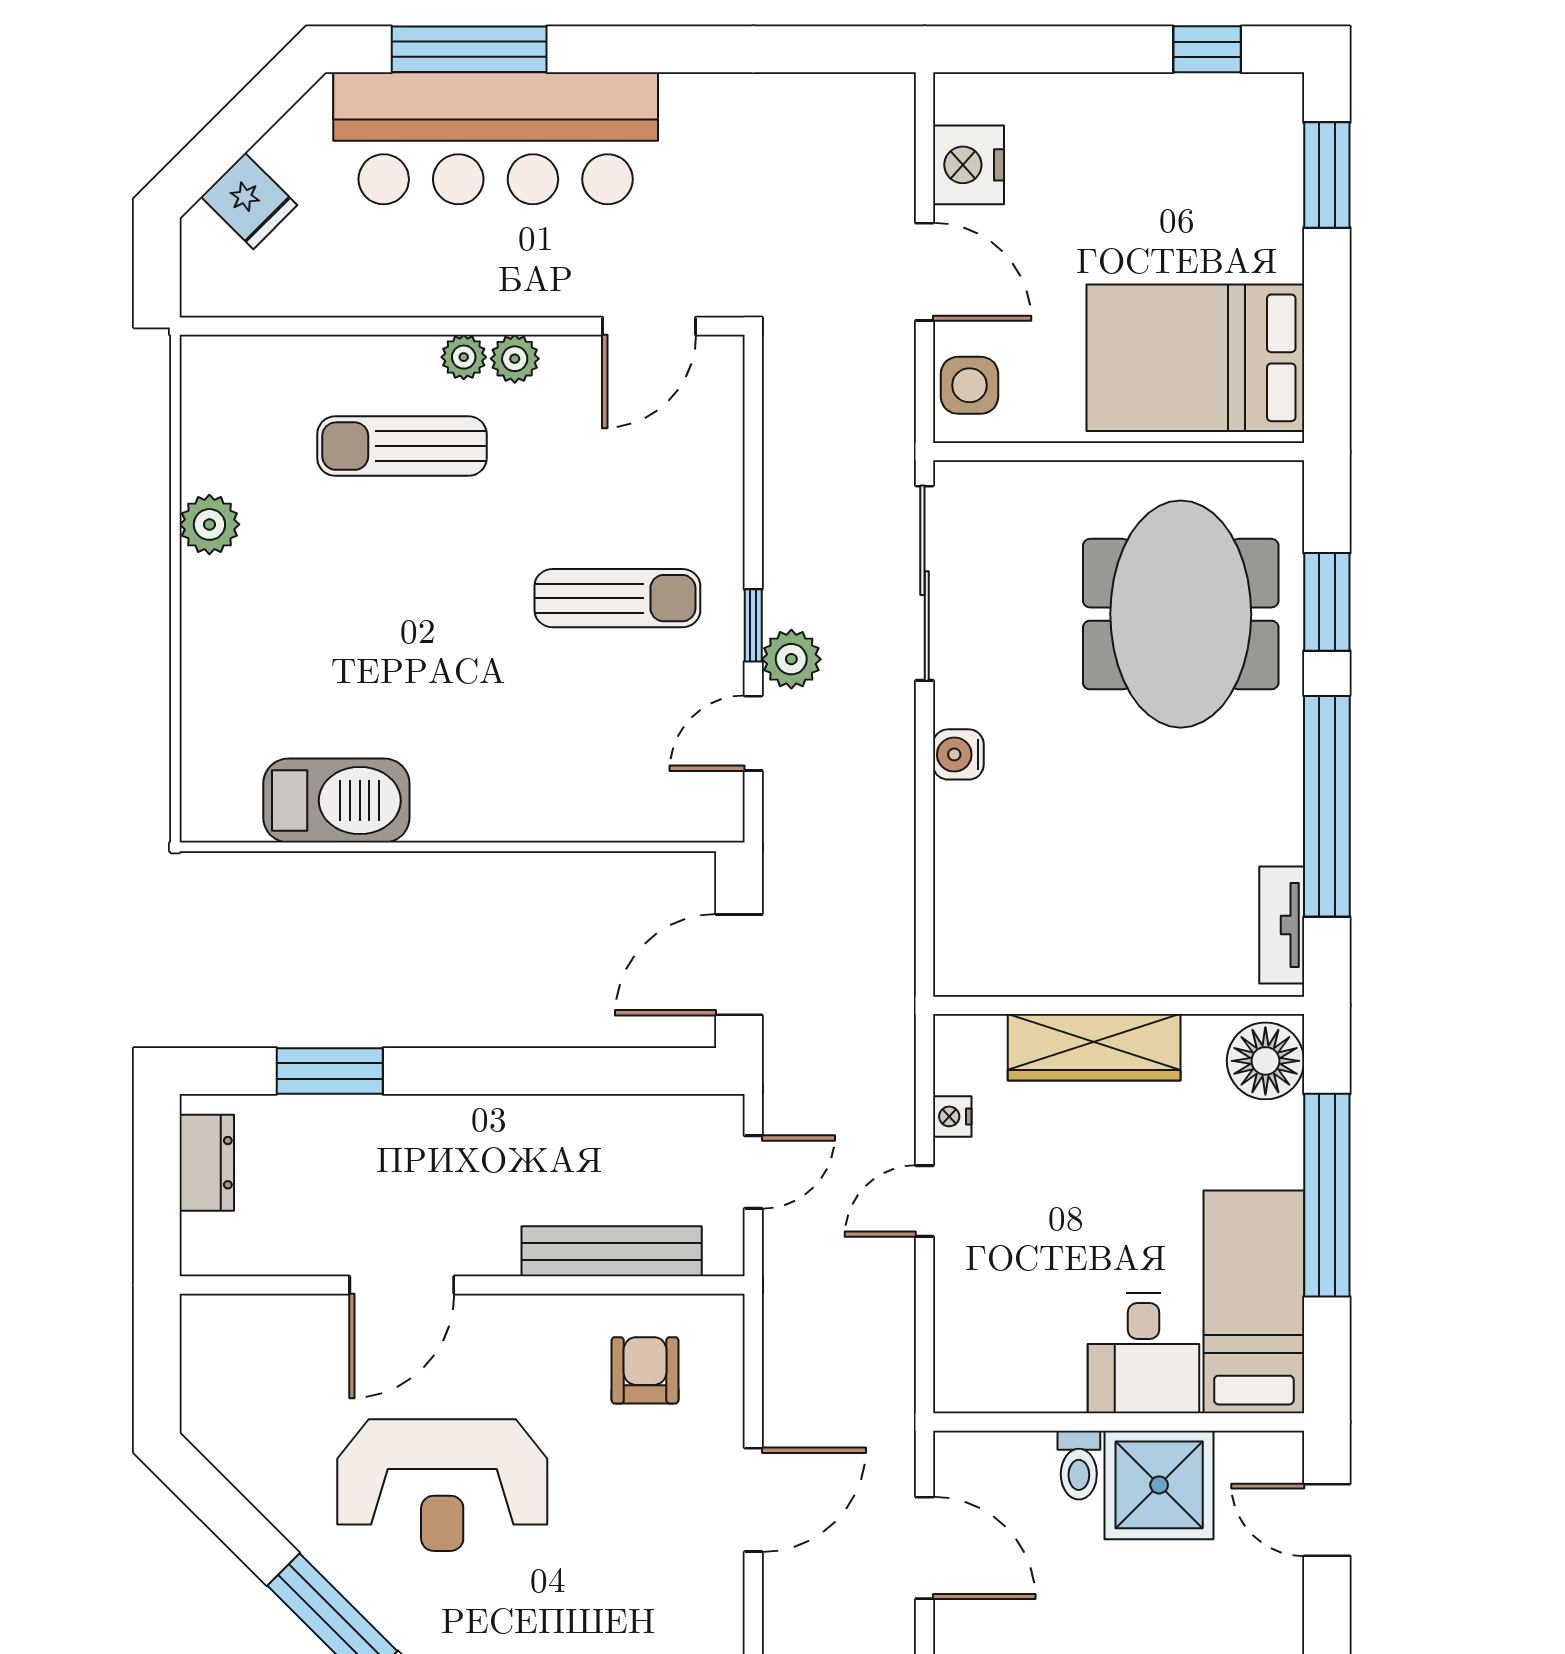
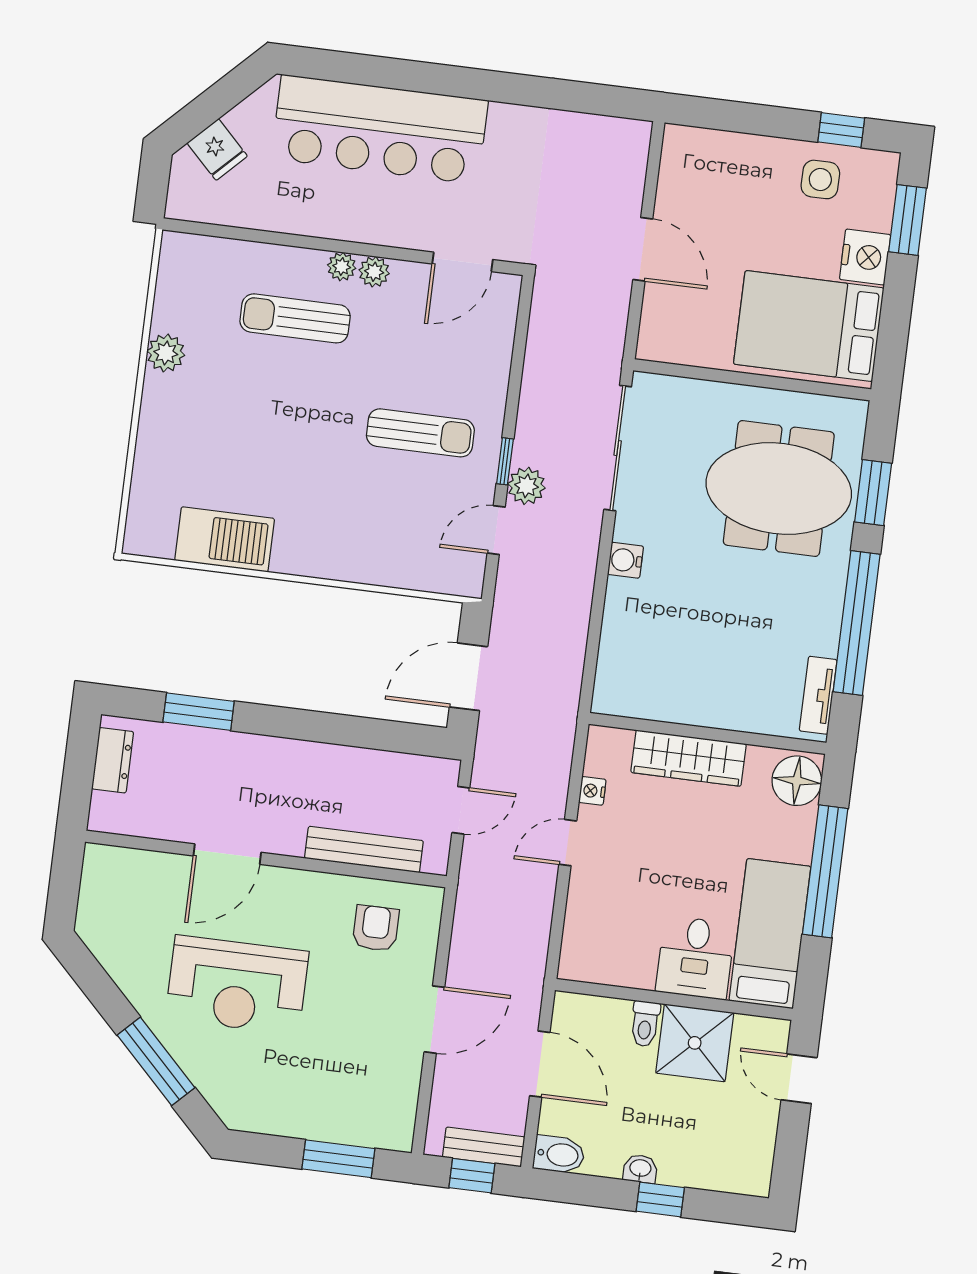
window: (469, 49) -> (370, 70), removed
nightstand: (969, 165) -> (865, 257), moved, turned 180
side table: (969, 385) -> (820, 179), moved
meeting table: (1181, 614) -> (779, 489), turned 90

